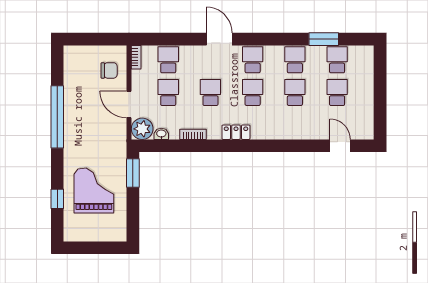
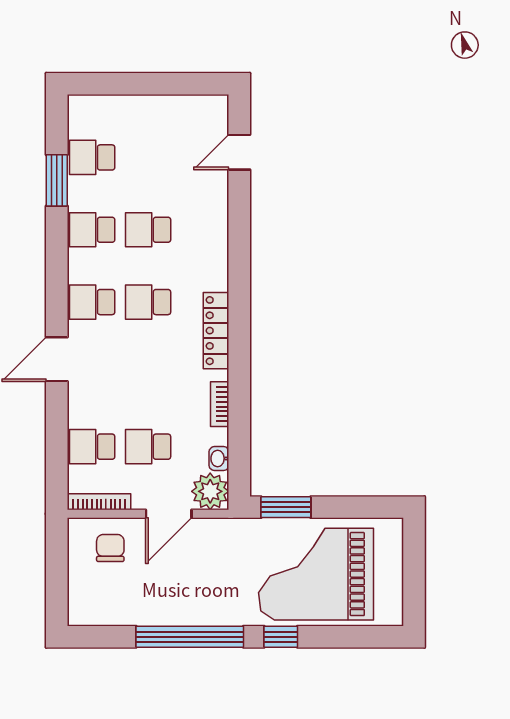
bookcase: (136, 57) -> (99, 502), width x1.56
school desk: (210, 92) -> (148, 374), removed
school desk: (337, 92) -> (148, 157), removed
locker: (236, 132) -> (216, 331), width x1.53
grand piano: (94, 191) -> (316, 574), width x1.37, depth x1.48
window: (57, 199) -> (281, 637), moved

